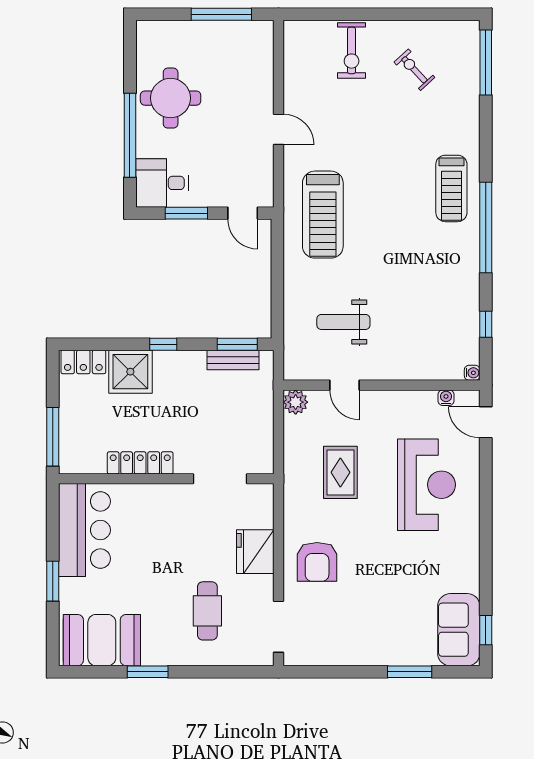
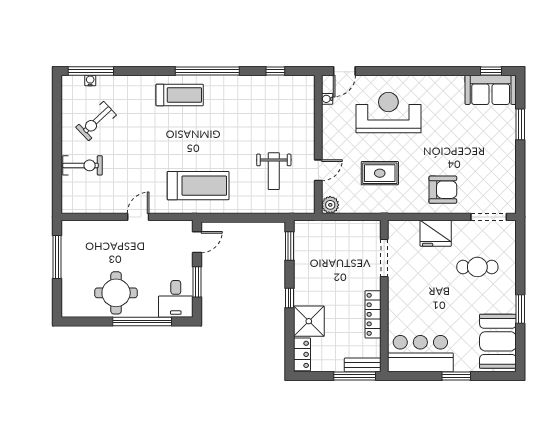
exercise bike: (414, 70) -> (96, 121), width x1.38, depth x1.39
bench: (233, 360) -> (363, 365), moved, turned 90
water cooler: (472, 373) -> (90, 80), moved

